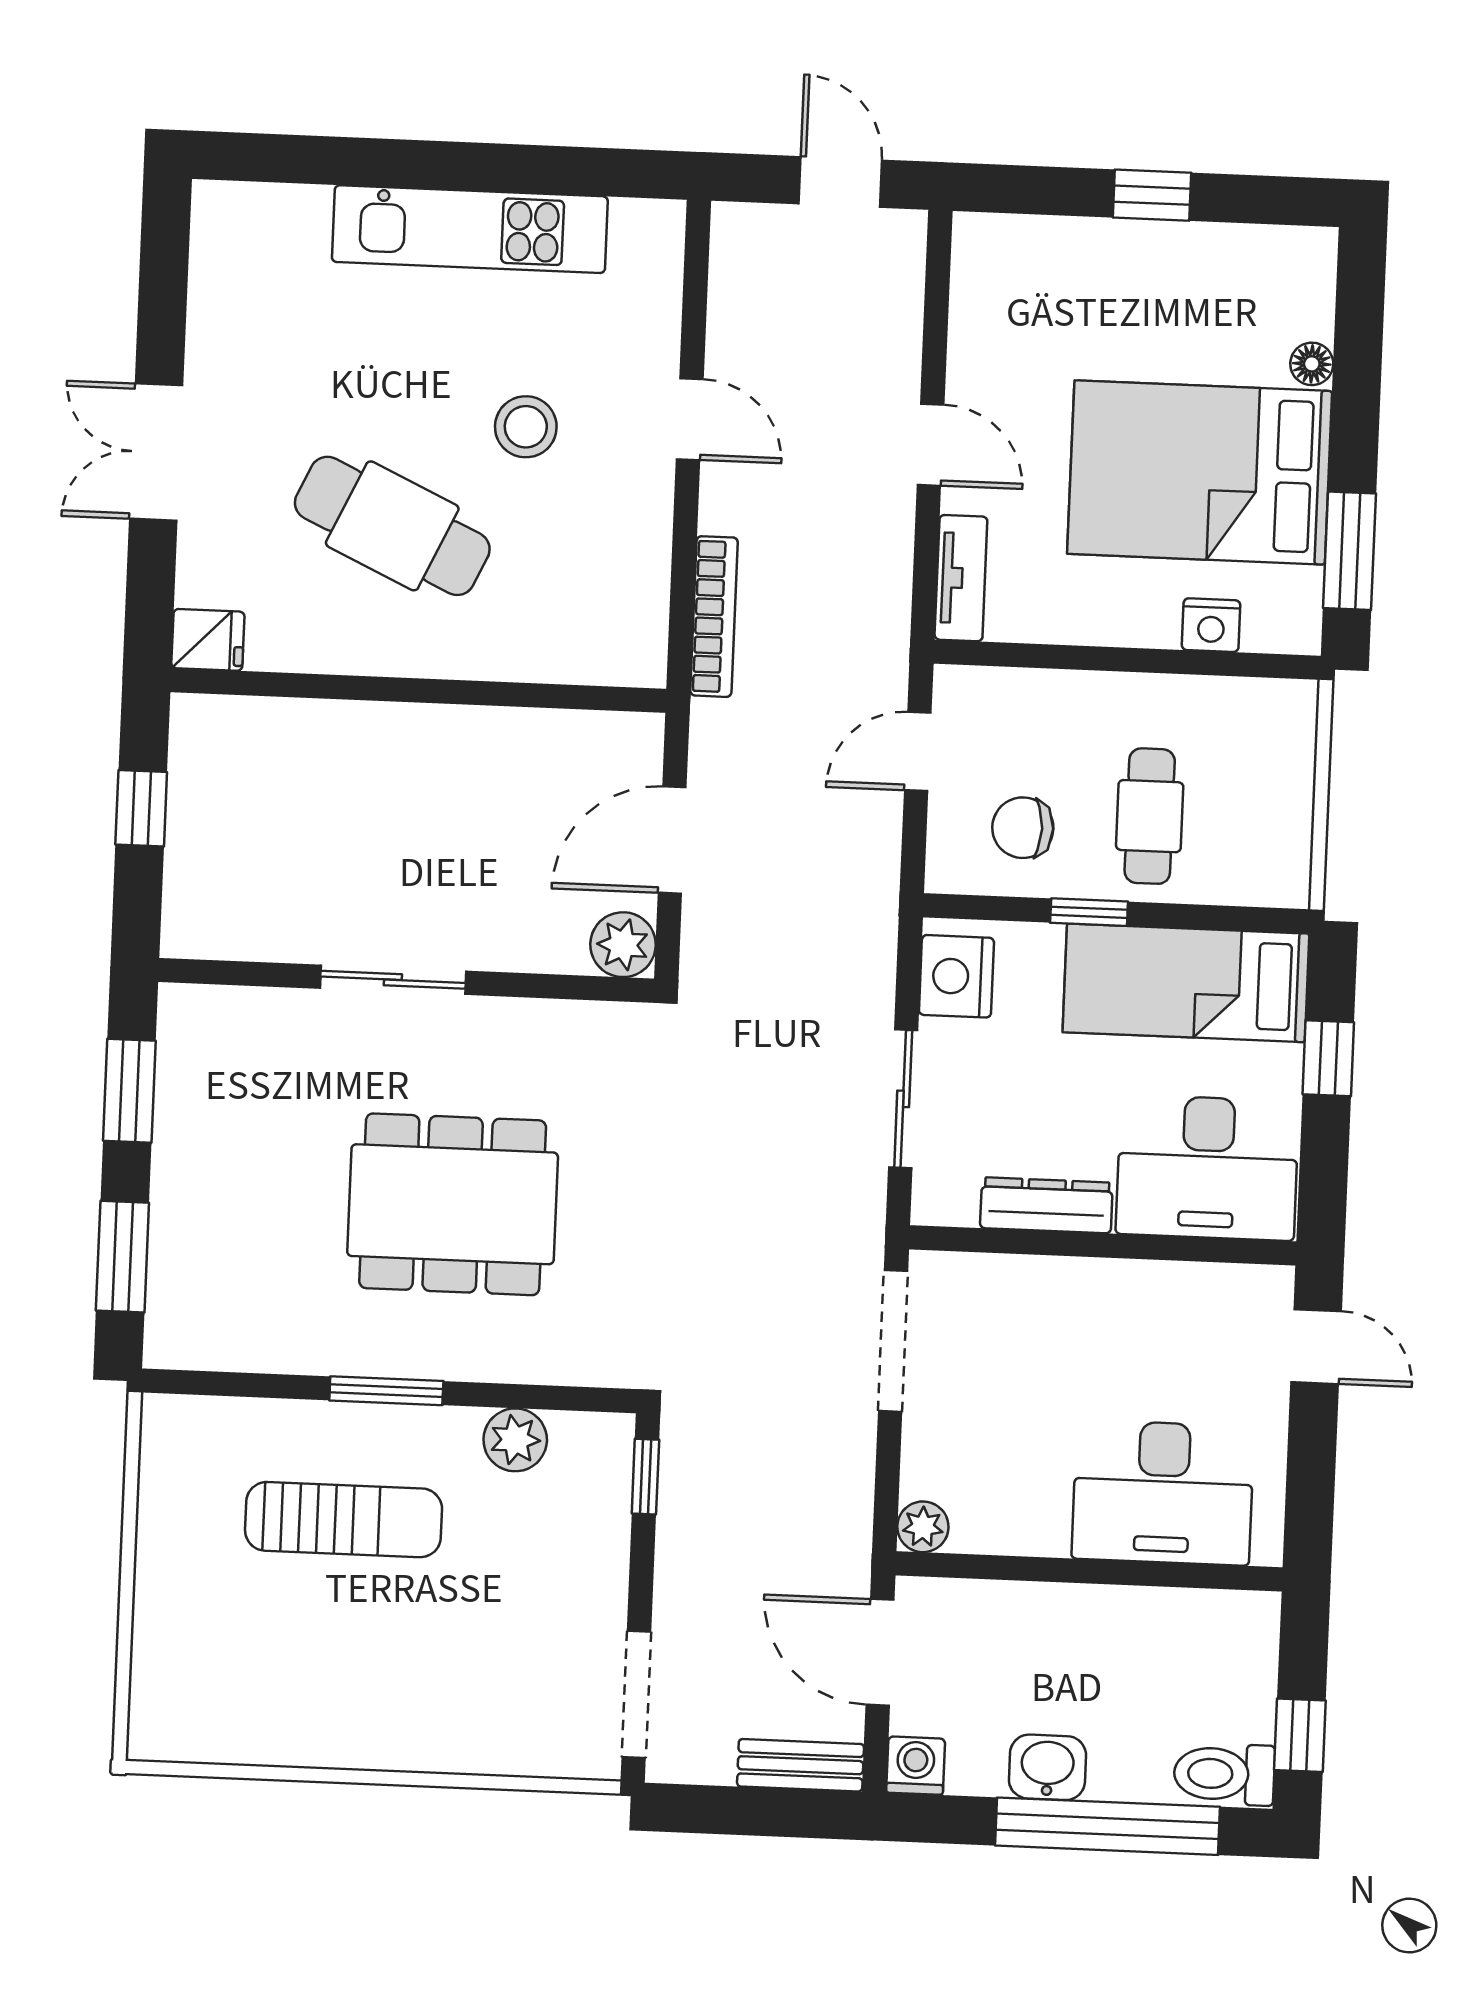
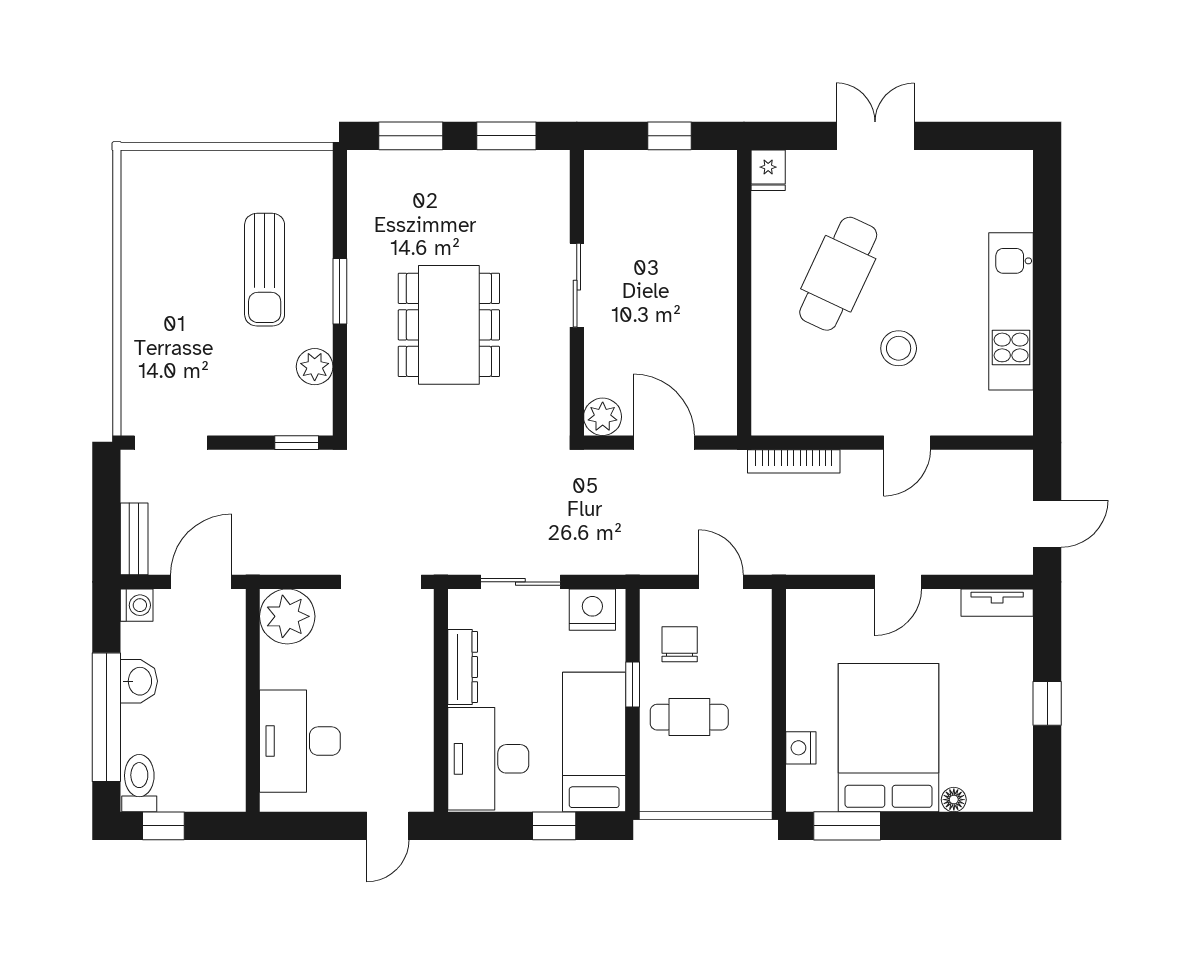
tv unit: (961, 578) -> (997, 603), moved
plant: (923, 1527) -> (287, 616), width x1.87, depth x1.87

